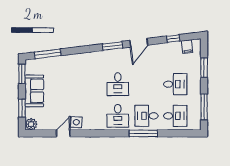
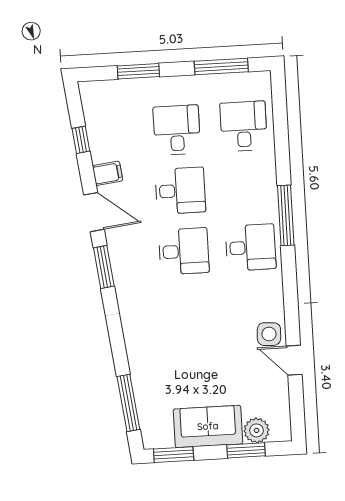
filing cabinet: (187, 47) -> (108, 173), moved
desk: (147, 116) -> (180, 191), moved, turned -90
plant: (31, 124) -> (257, 430), moved
window: (143, 133) -> (286, 215), moved

